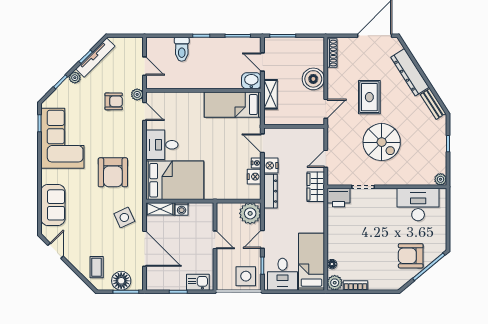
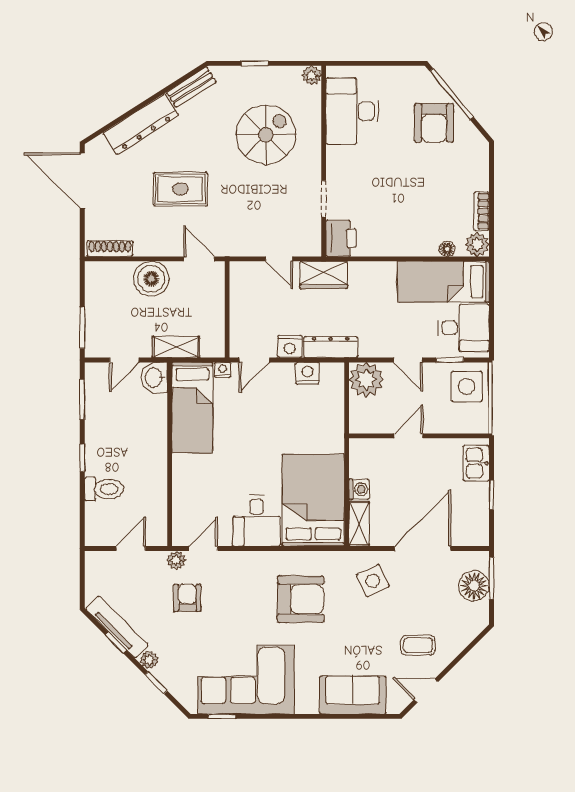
spiral stairs: (382, 142) -> (266, 135), moved
nightstand: (256, 163) -> (223, 370), moved
coffee table: (97, 267) -> (418, 645), moved

